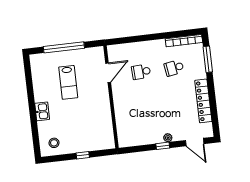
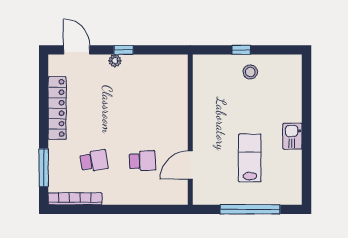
kitchen sink: (42, 111) -> (292, 136), moved
stool: (54, 143) -> (250, 72), moved

